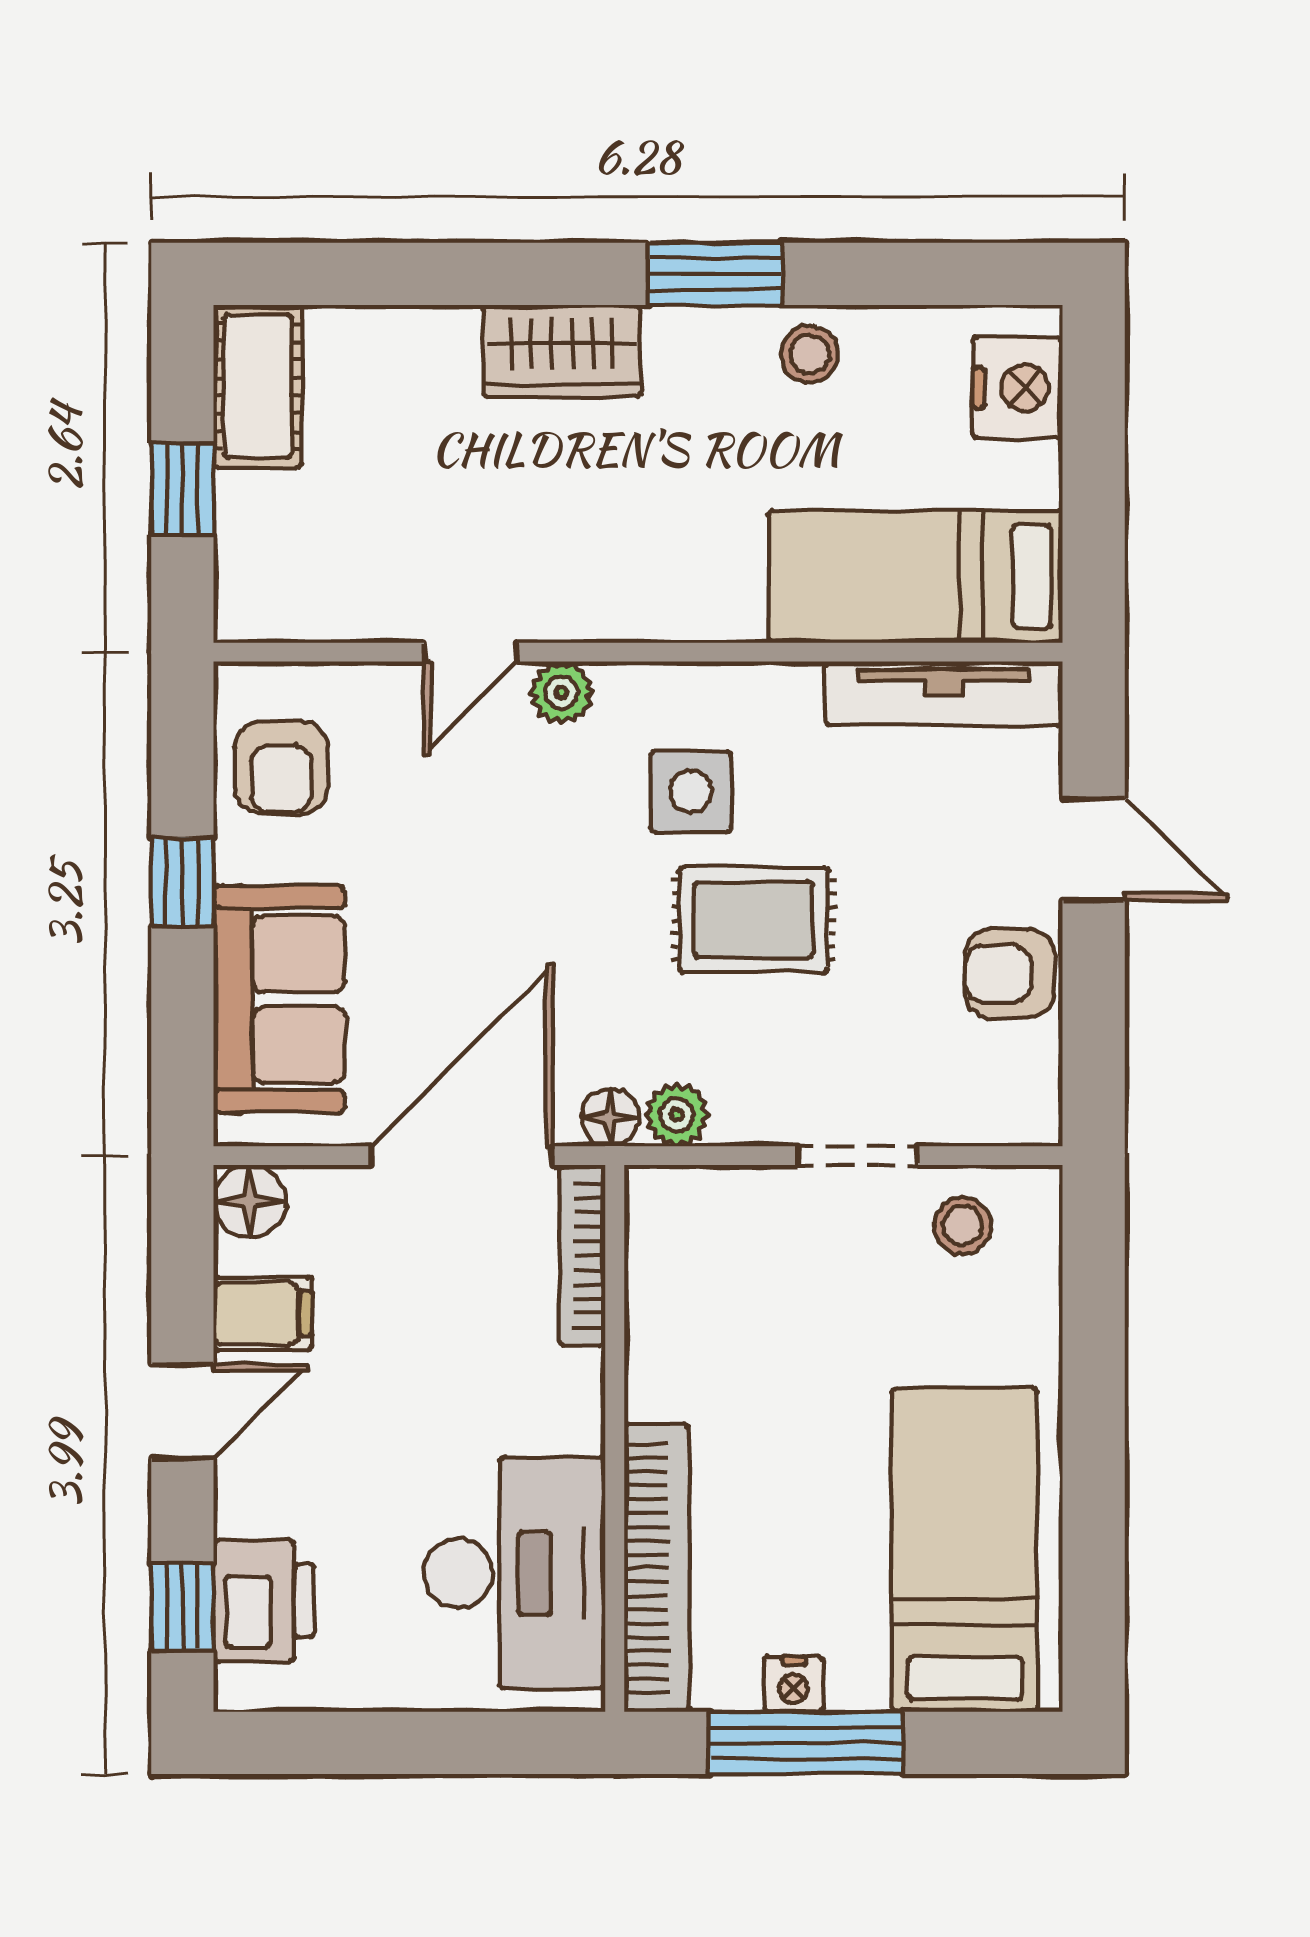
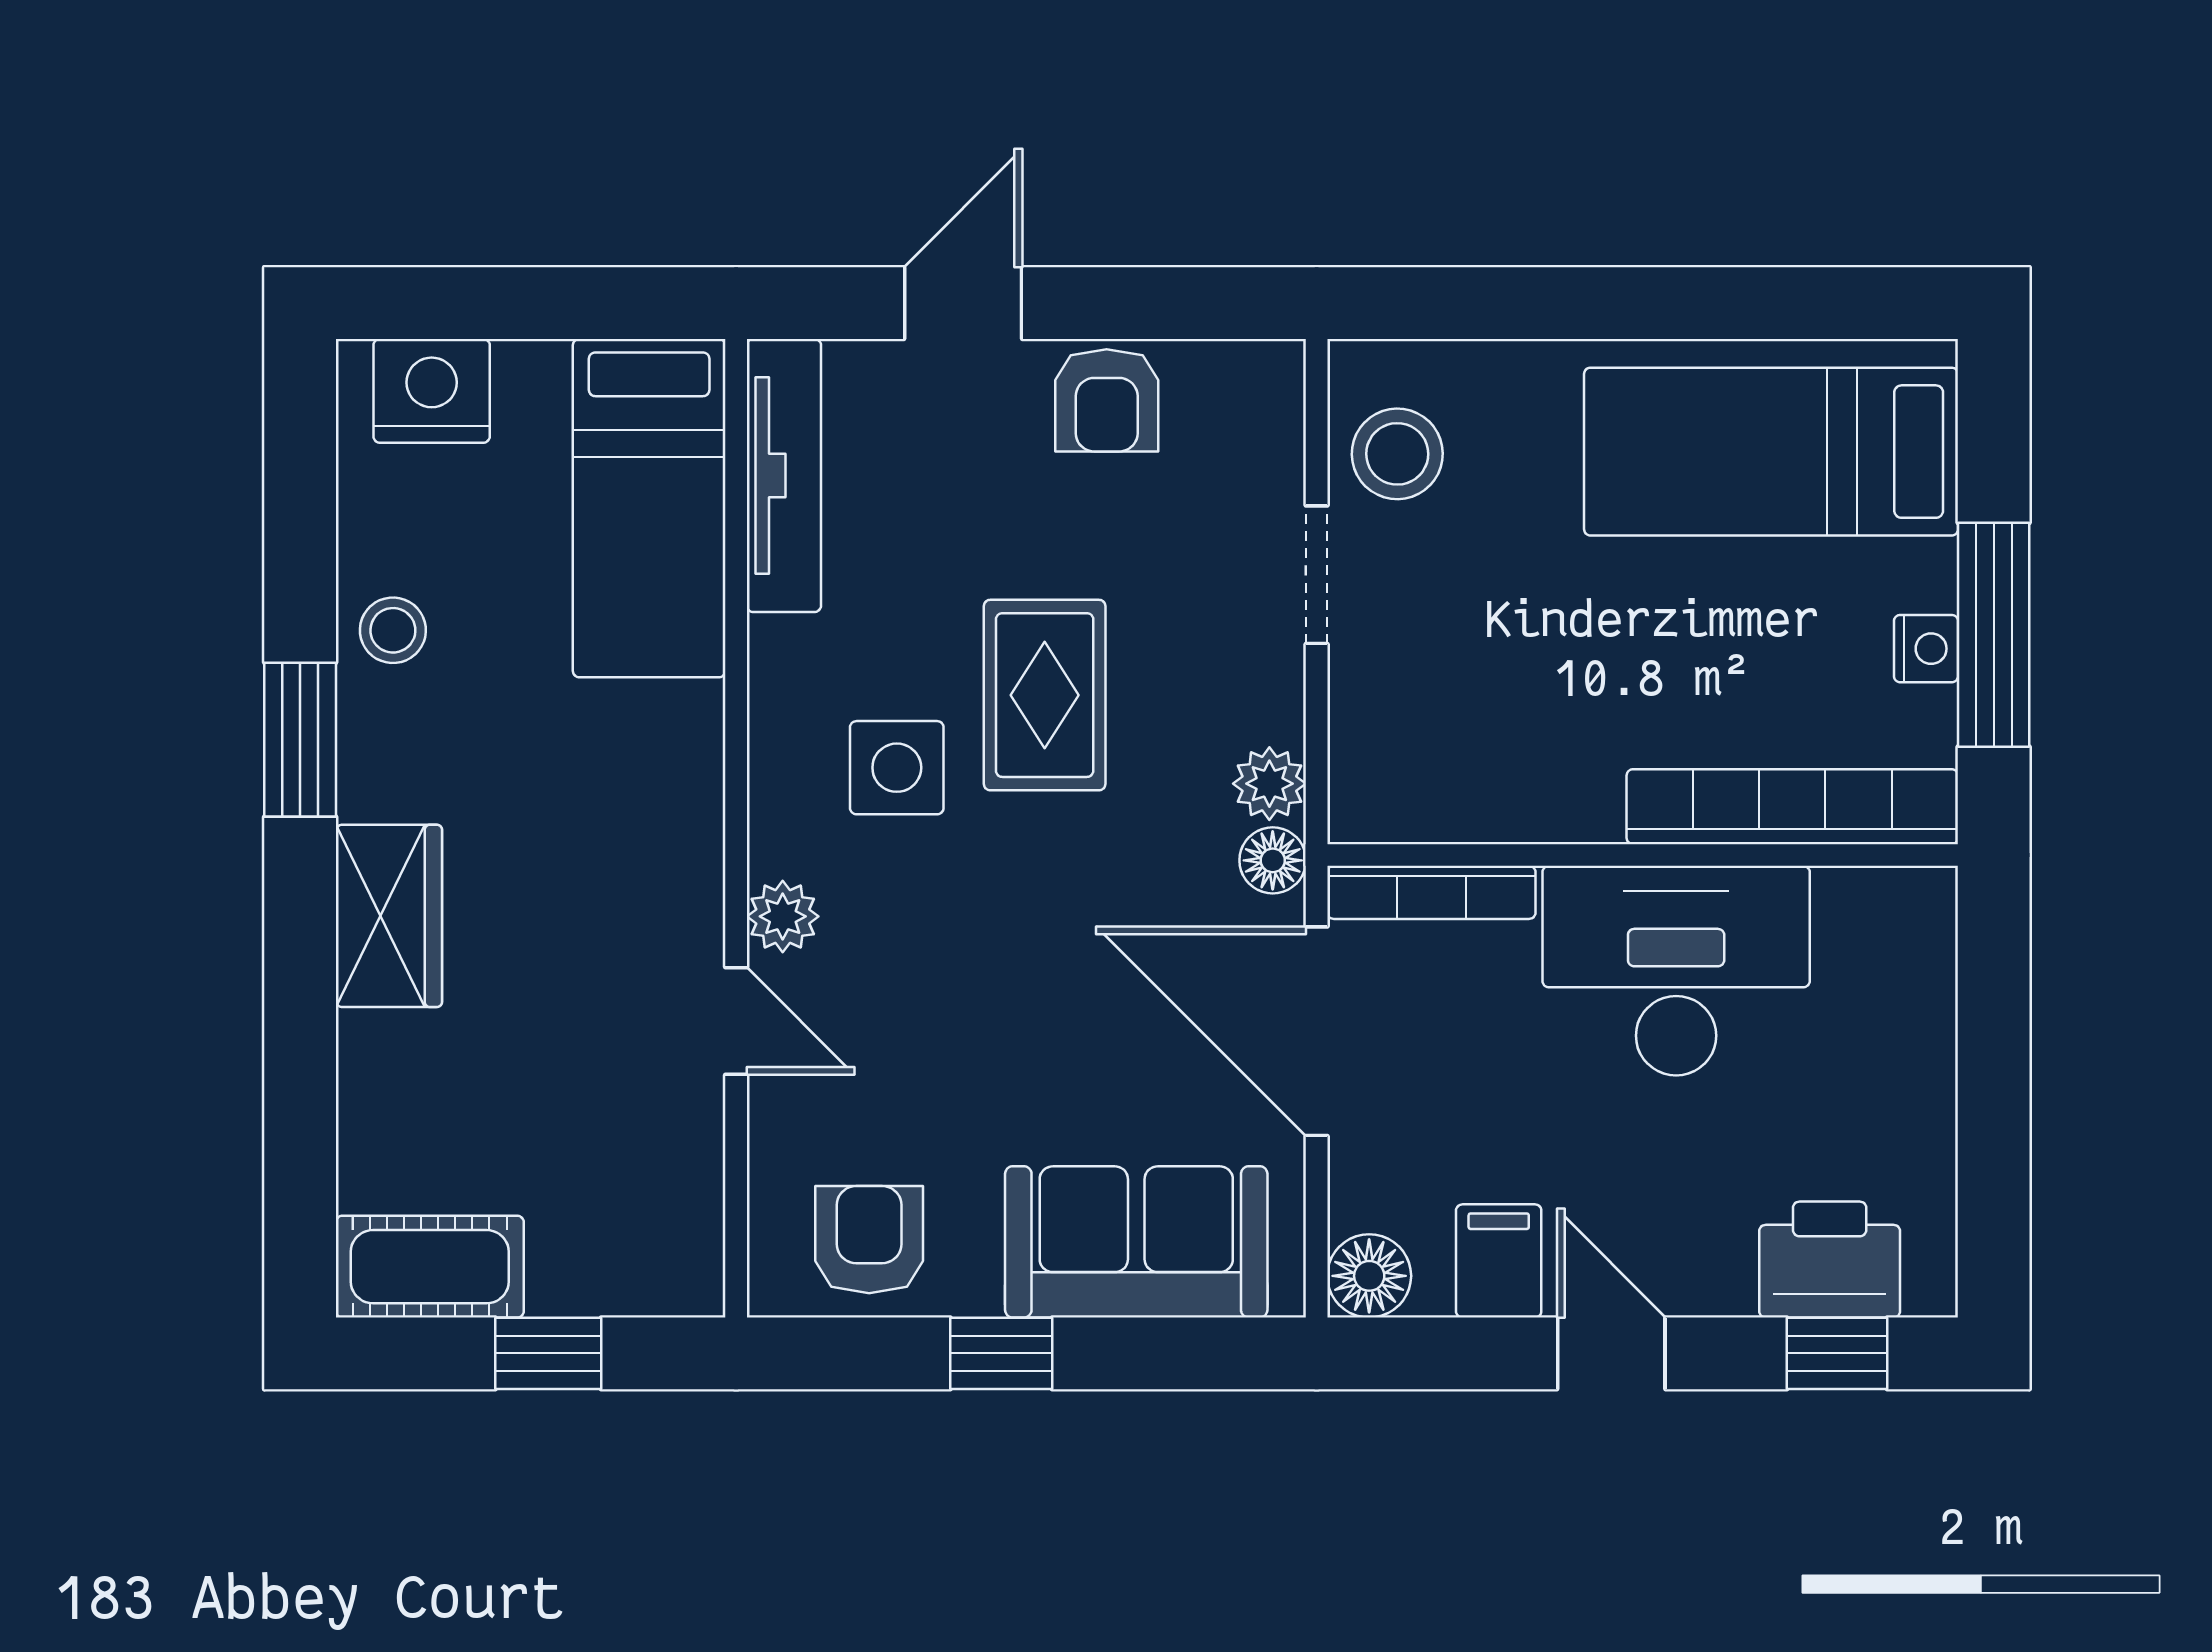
armchair: (281, 767) -> (869, 1240), turned -90
stool: (963, 1226) -> (1397, 454), width x1.37, depth x1.37
desk: (514, 1573) -> (1676, 971), moved

